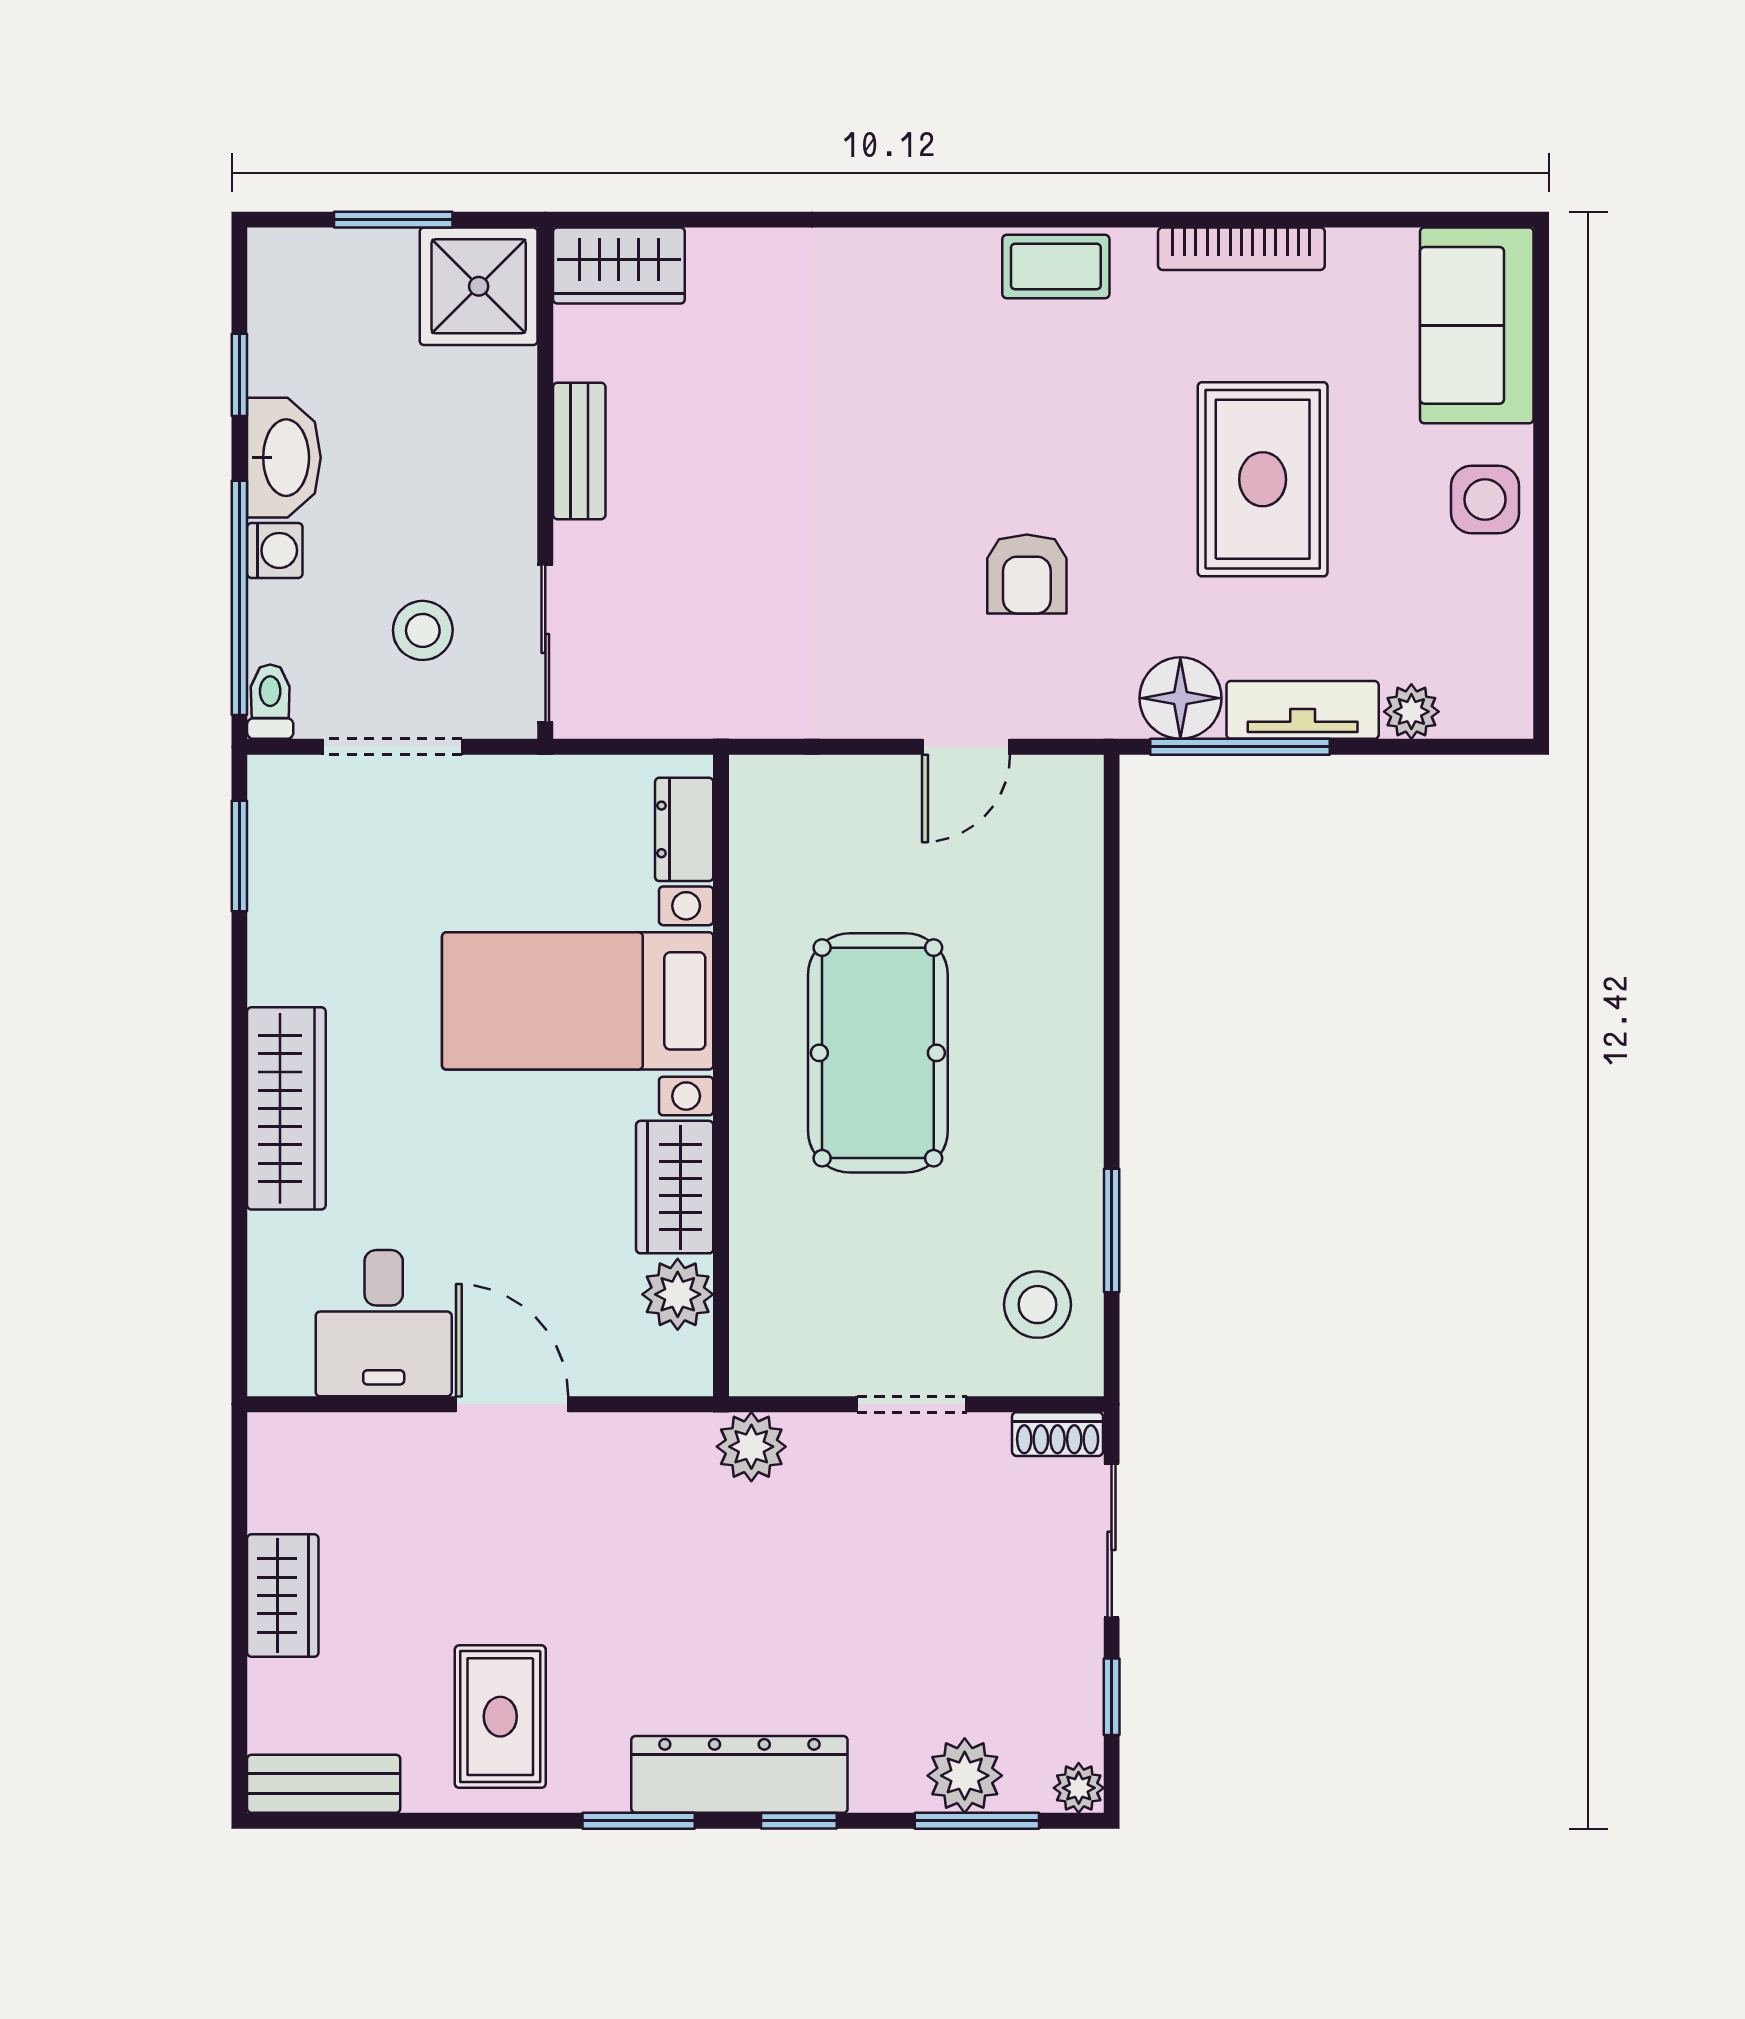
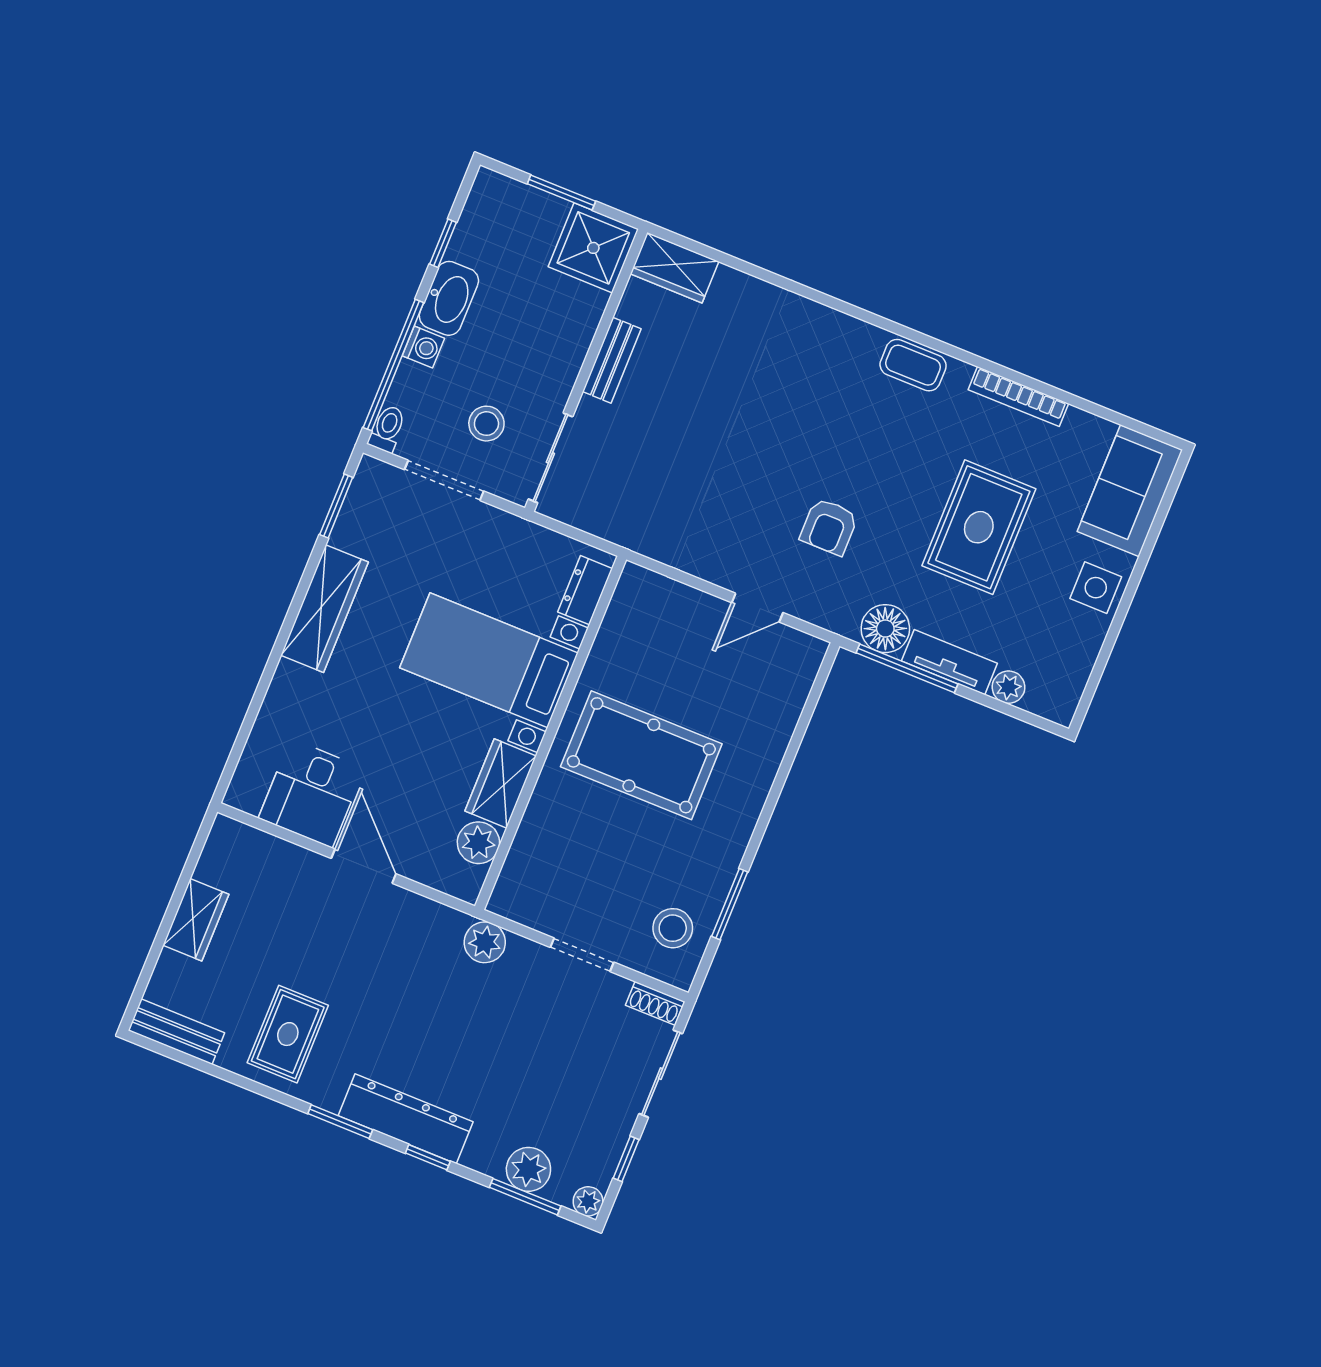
pool table: (878, 1053) -> (641, 755), turned 90
wardrobe: (286, 1108) -> (324, 609), moved

